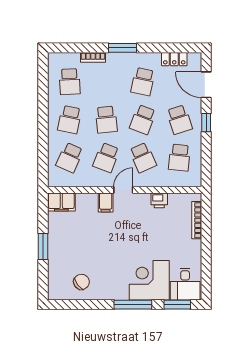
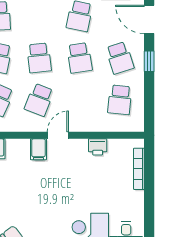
school desk: (143, 120) -> (79, 58), turned -30
school desk: (143, 158) -> (79, 100), removed

